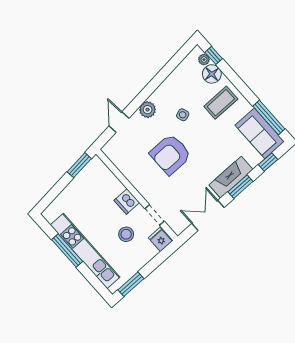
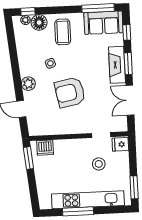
armchair: (170, 154) -> (70, 92), turned 79
dishwasher: (127, 201) -> (45, 148), moved

